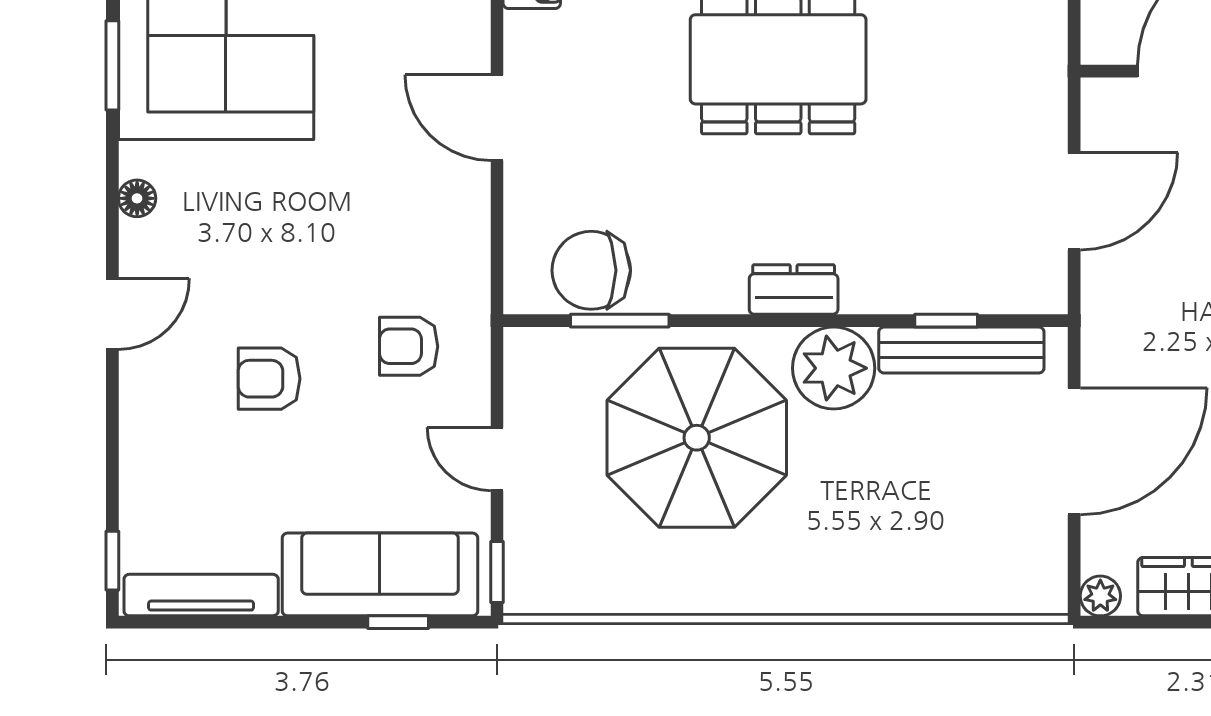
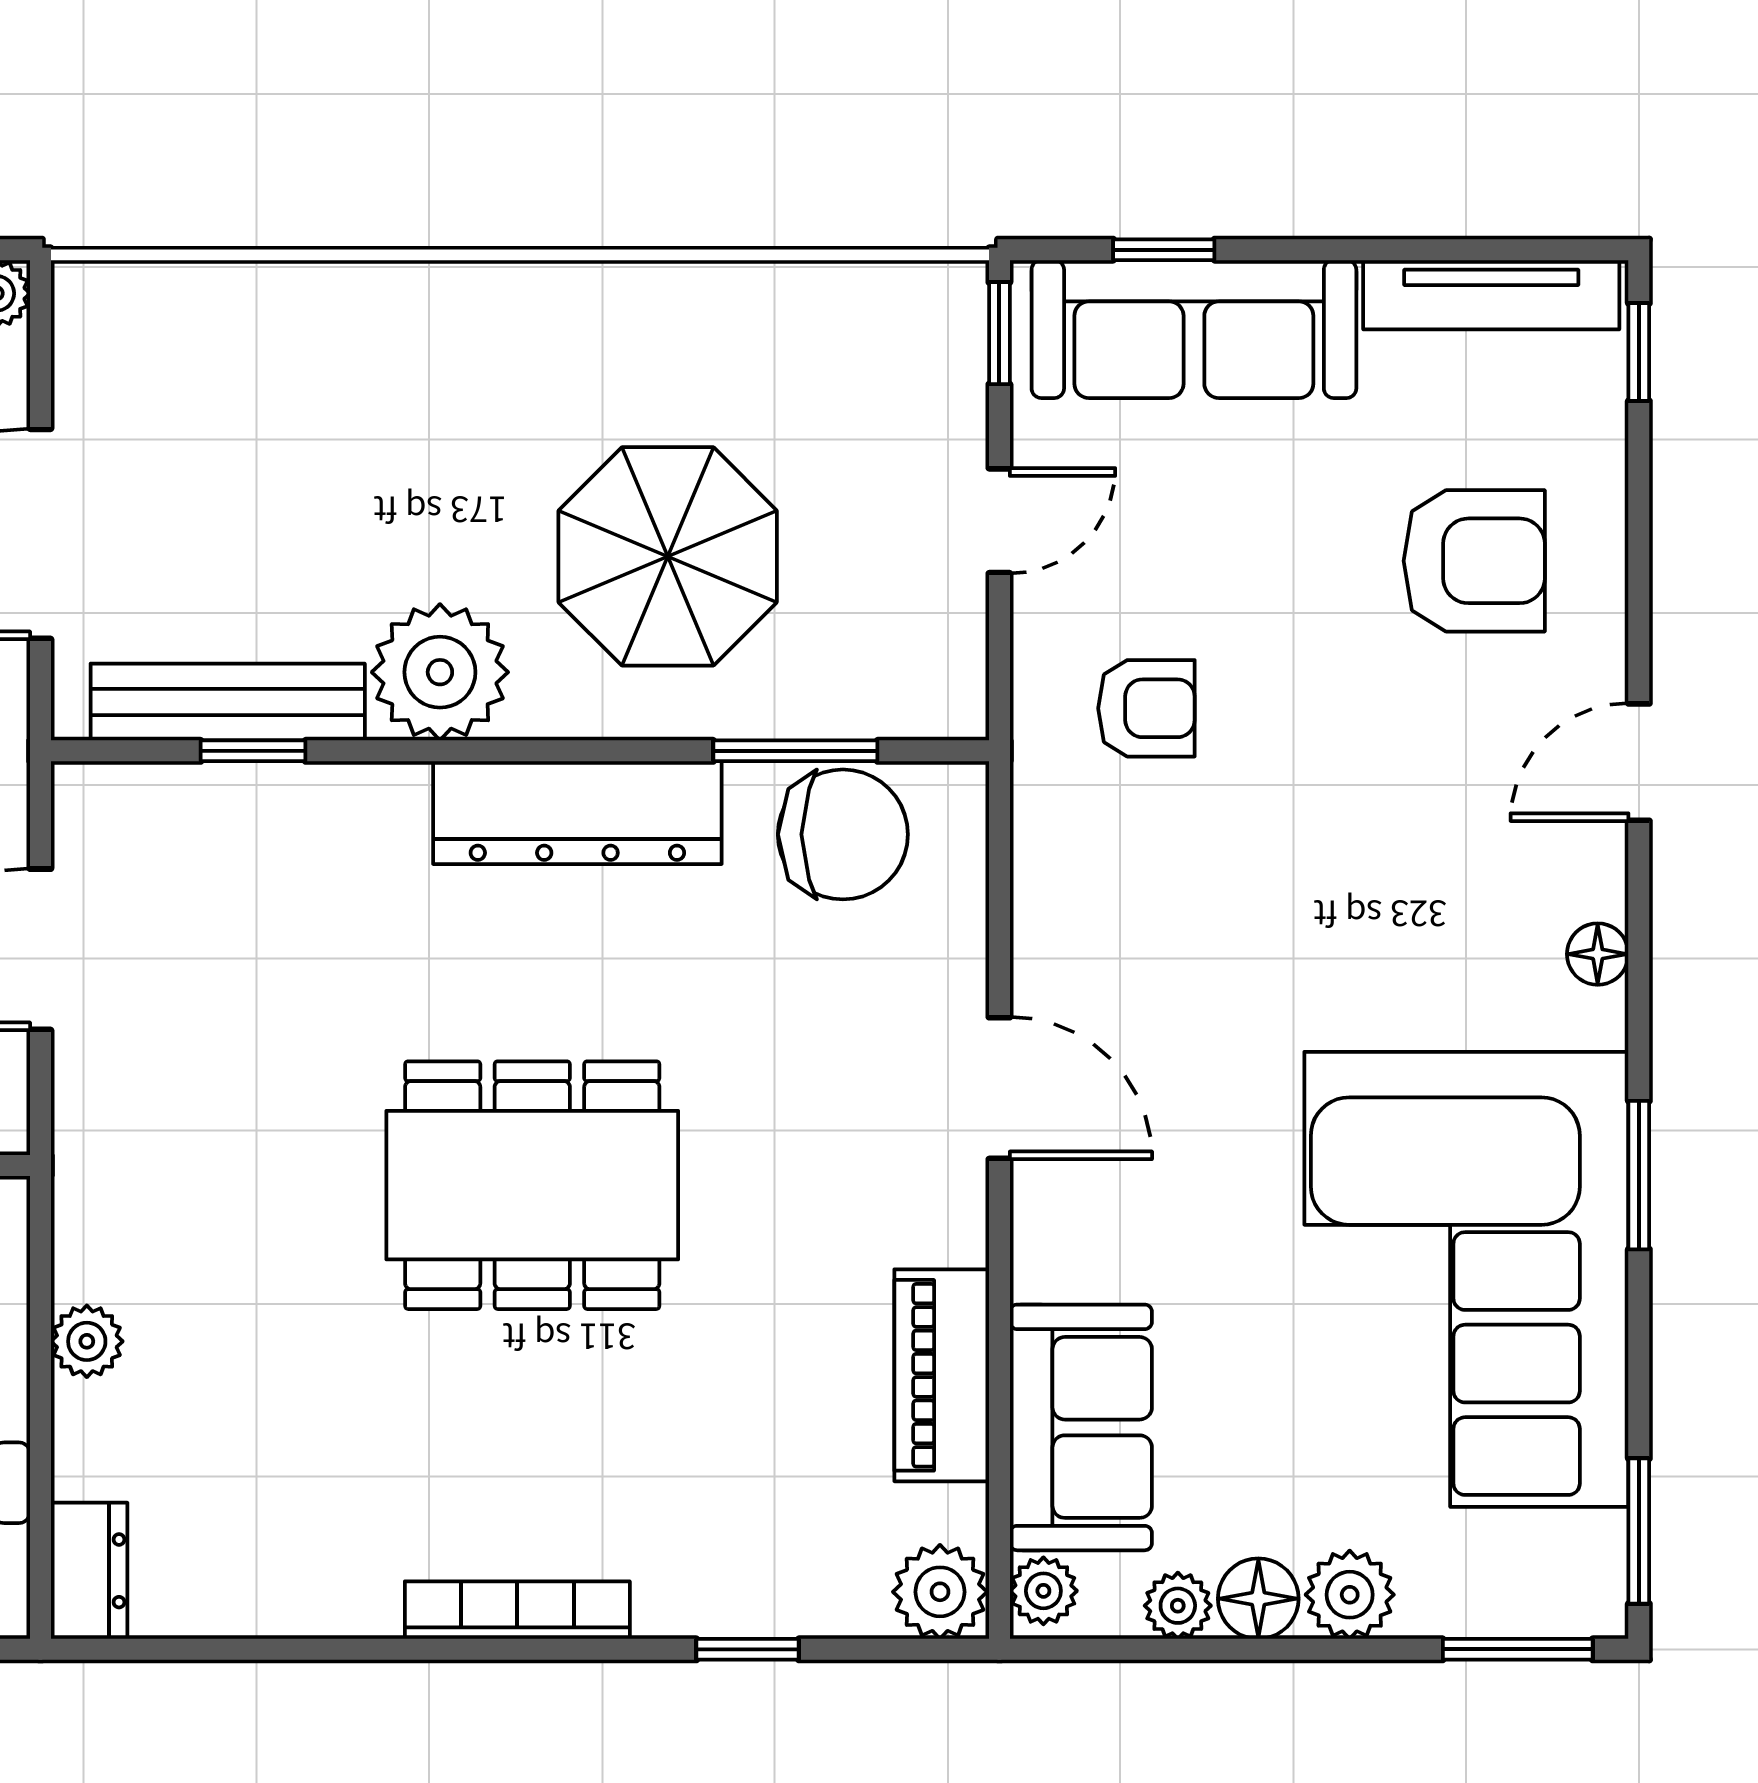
dresser: (794, 290) -> (577, 813), width x1.96, depth x1.24
armchair: (269, 379) -> (1474, 561), moved, width x1.38, depth x1.38
parasol: (697, 438) -> (668, 556), width x0.73, depth x0.73
door: (497, 459) -> (999, 521), hinge flipped

